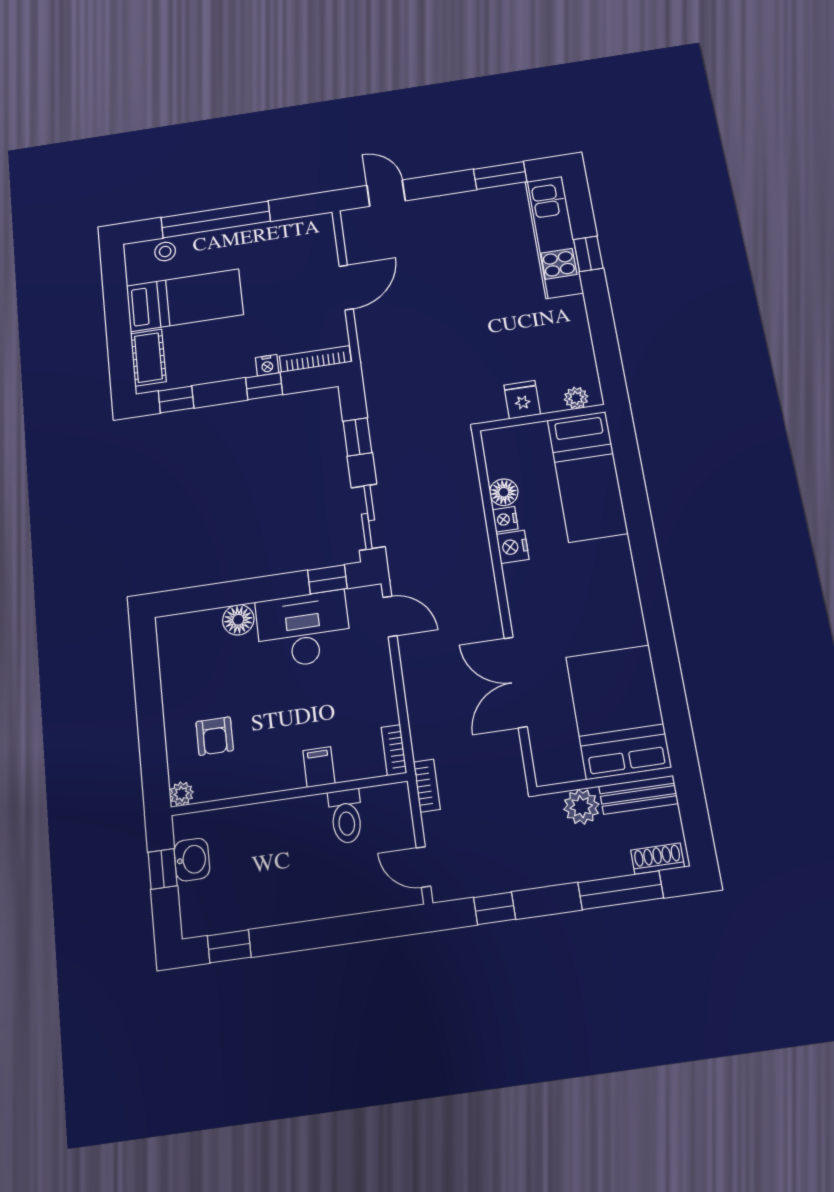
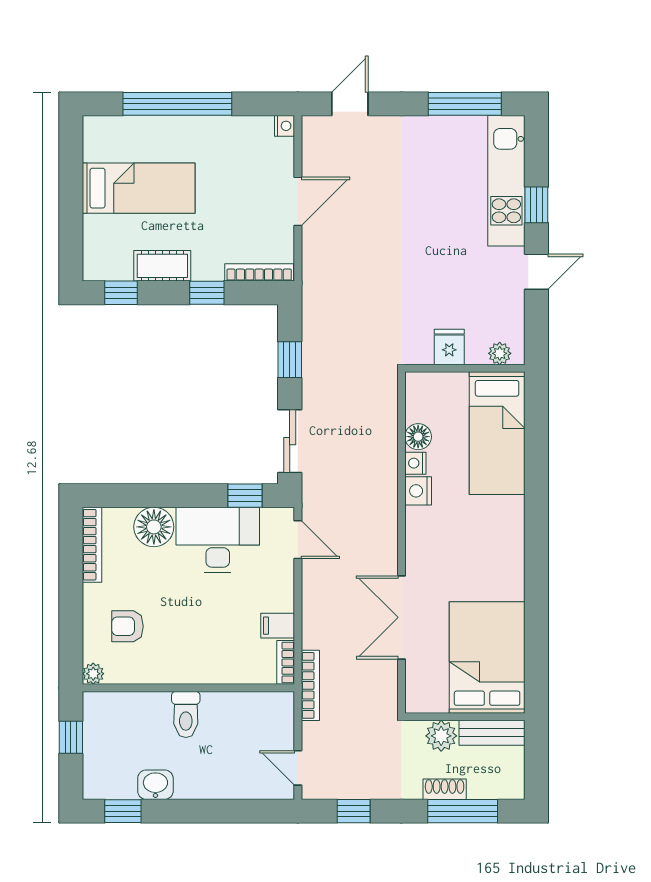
window: (500, 175) -> (465, 104), width x1.44
door: (386, 193) -> (350, 104), hinge flipped
stool: (165, 251) -> (124, 131), removed
door: (600, 315) -> (536, 272), added
cot: (148, 358) -> (162, 266), moved, turned 90
nightstand: (267, 365) -> (284, 126), moved, turned -90
floor lamp: (238, 620) -> (154, 527), width x1.38, depth x1.38
bookcase: (168, 655) -> (92, 545), added
armchair: (215, 736) -> (127, 626), turned 90
filing cabinet: (319, 767) -> (278, 626), moved, turned -90
bookcase: (427, 786) -> (310, 685), width x1.56
toilet: (346, 816) -> (186, 715), moved
shoe rack: (658, 859) -> (445, 789), moved
washbasin: (192, 860) -> (155, 785), moved, turned -90

